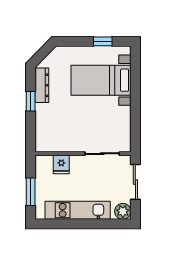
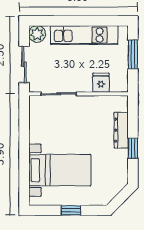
window: (103, 41) -> (71, 210), moved
dresser: (42, 85) -> (121, 130), moved

